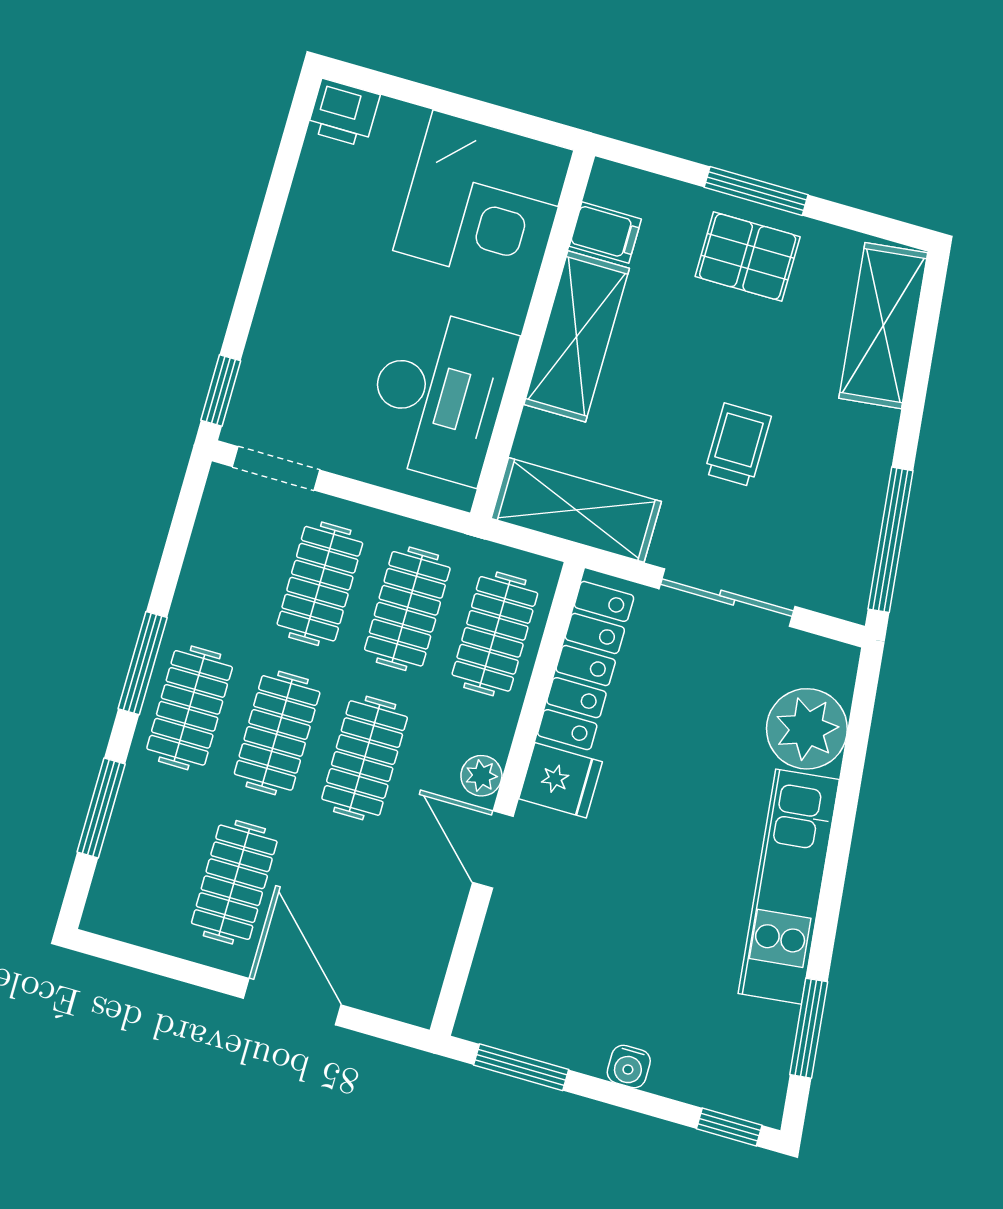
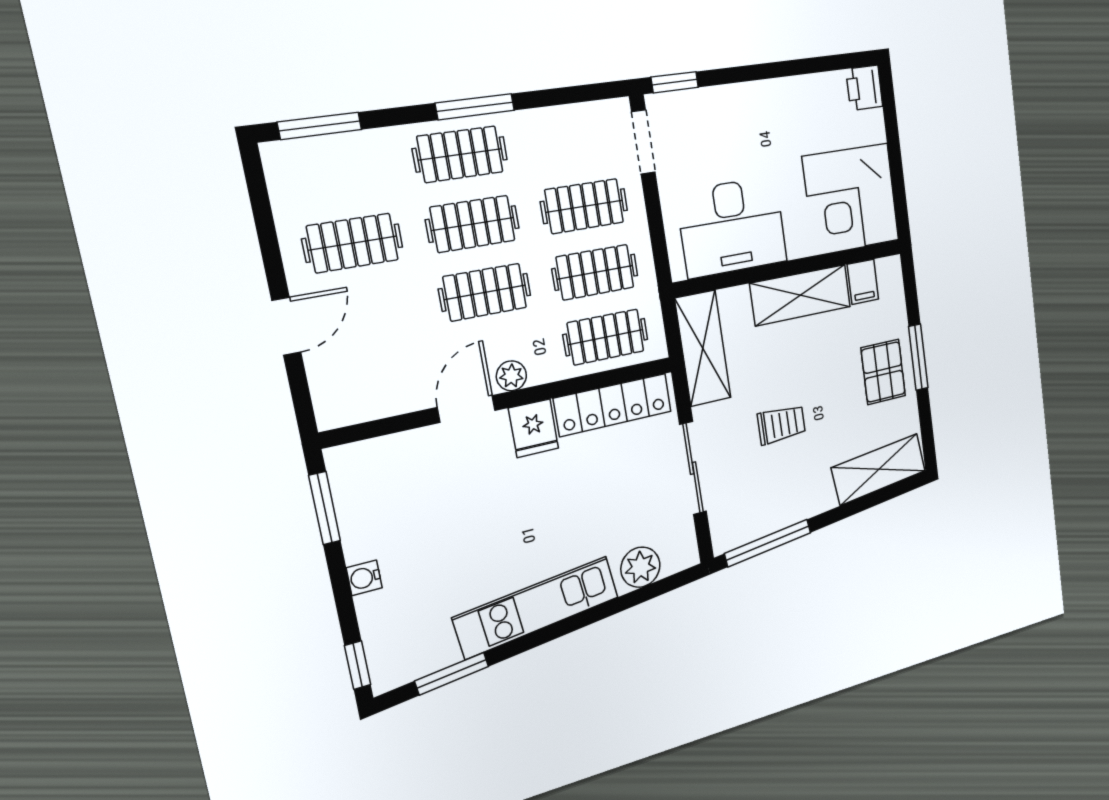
plant: (807, 729) -> (640, 567), width x0.73, depth x0.73
window: (101, 808) -> (320, 126), moved
door: (292, 1002) -> (286, 326), width x0.73

